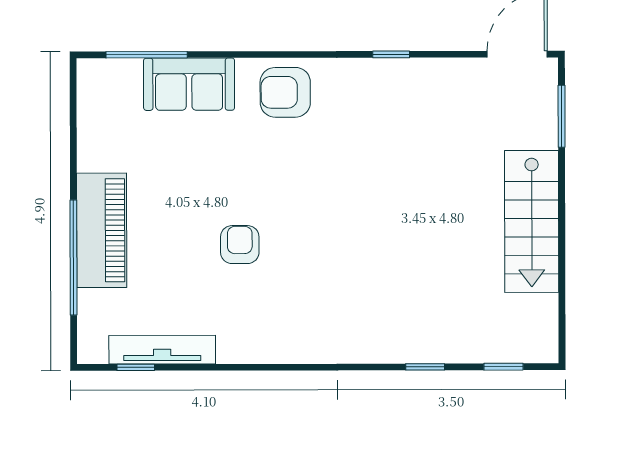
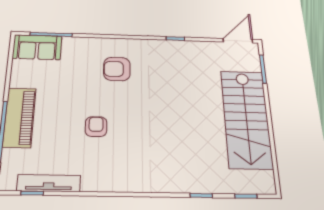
sofa: (189, 84) -> (37, 47), moved
armchair: (285, 92) -> (117, 69), moved
stairs: (532, 221) -> (246, 119), width x1.36, depth x1.51

